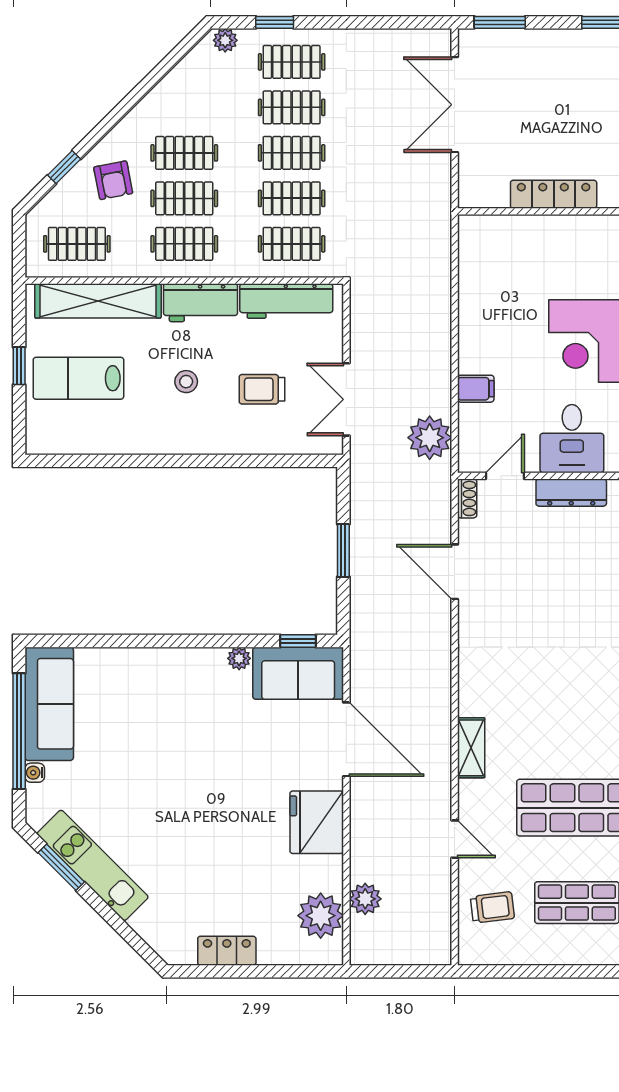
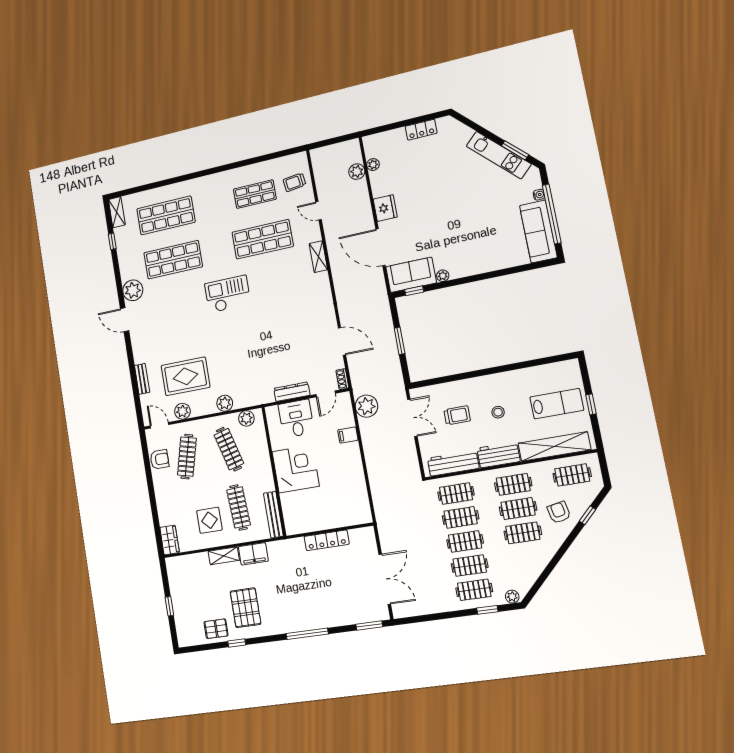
fridge: (317, 822) -> (385, 208), width x0.73, depth x0.75
plant: (321, 916) -> (373, 165), width x0.53, depth x0.53

